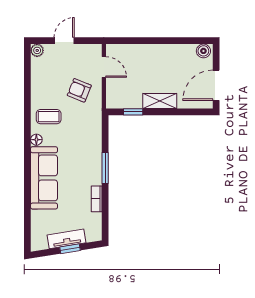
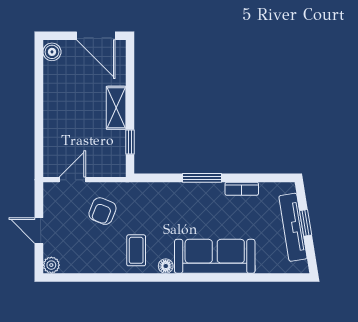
tv unit: (67, 239) -> (293, 227), width x1.41

